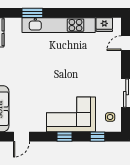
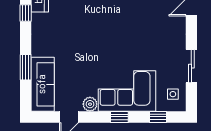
plant: (39, 126) -> (90, 104), added

